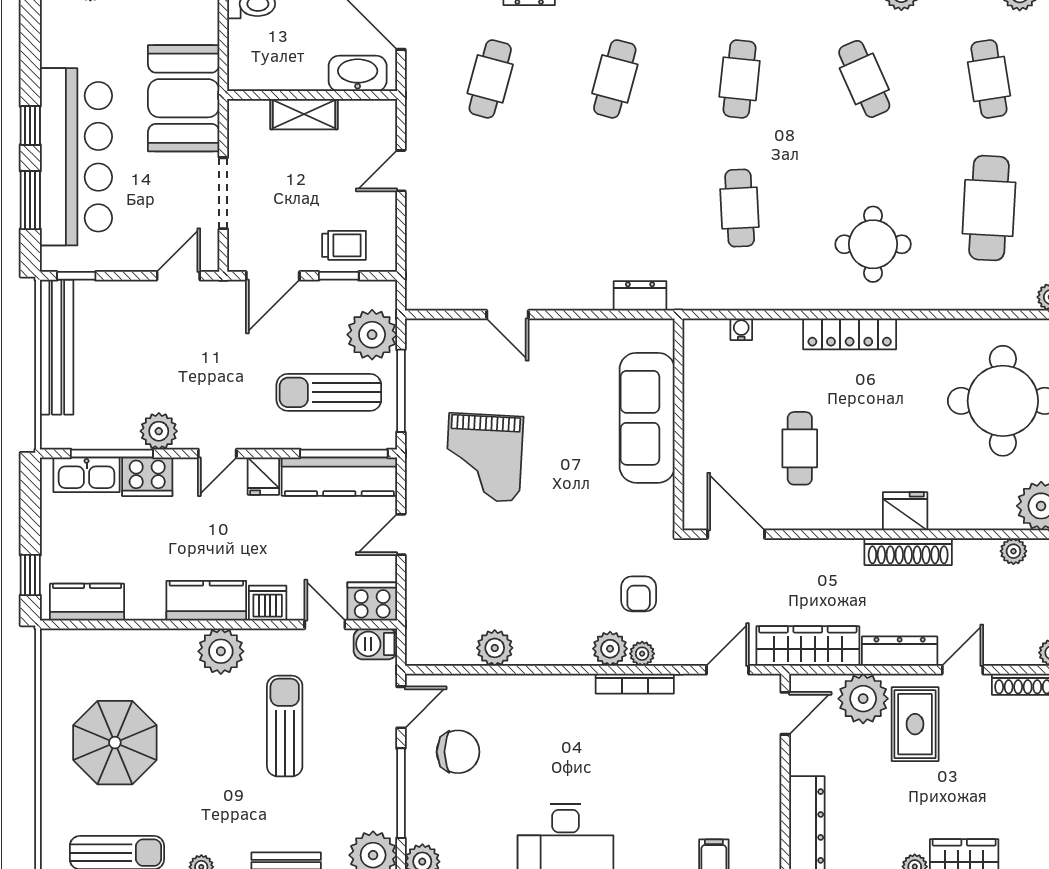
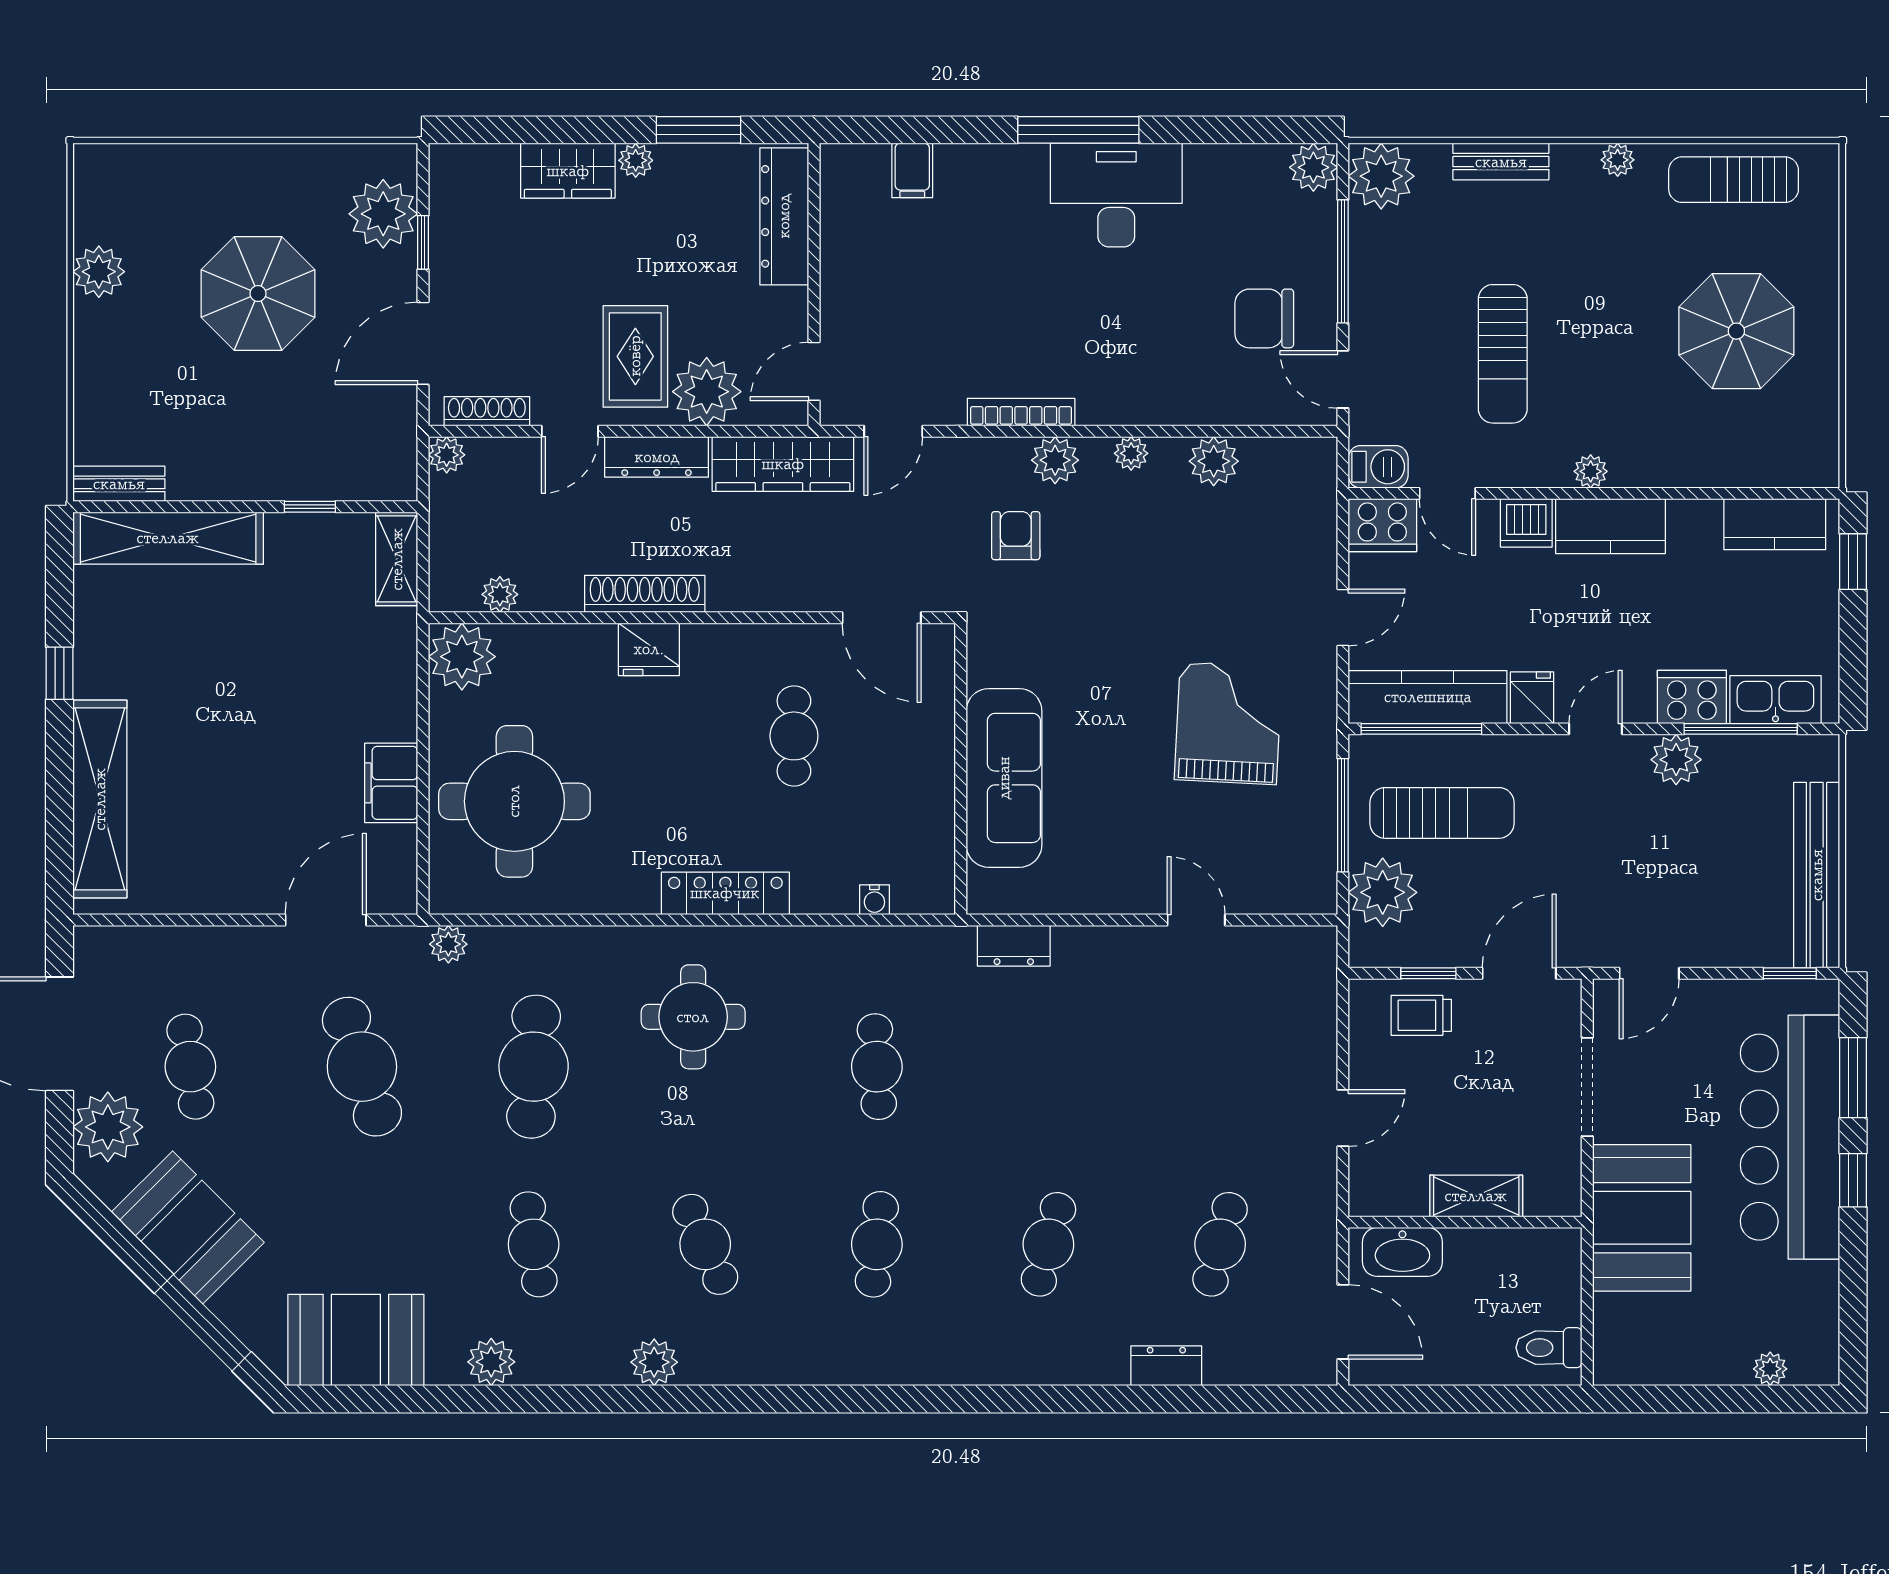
plant: (221, 651) -> (1591, 471), width x0.53, depth x0.53
plant: (642, 654) -> (1131, 453), moved
door: (401, 707) -> (1343, 379), hinge flipped

